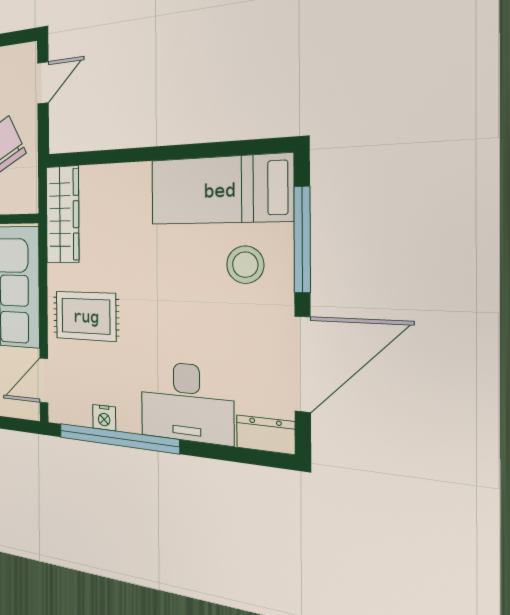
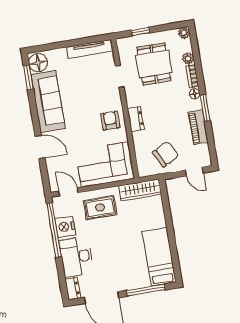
stool: (245, 265) -> (133, 271), removed
rug: (86, 316) -> (100, 208), turned 90
nightstand: (104, 418) -> (65, 227), width x1.89, depth x1.79

